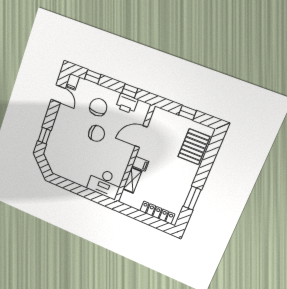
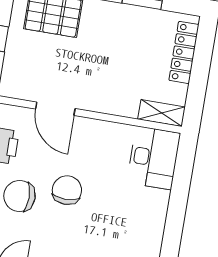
filing cabinet: (140, 164) -> (103, 100), removed
shelving: (132, 180) -> (161, 113), moved

